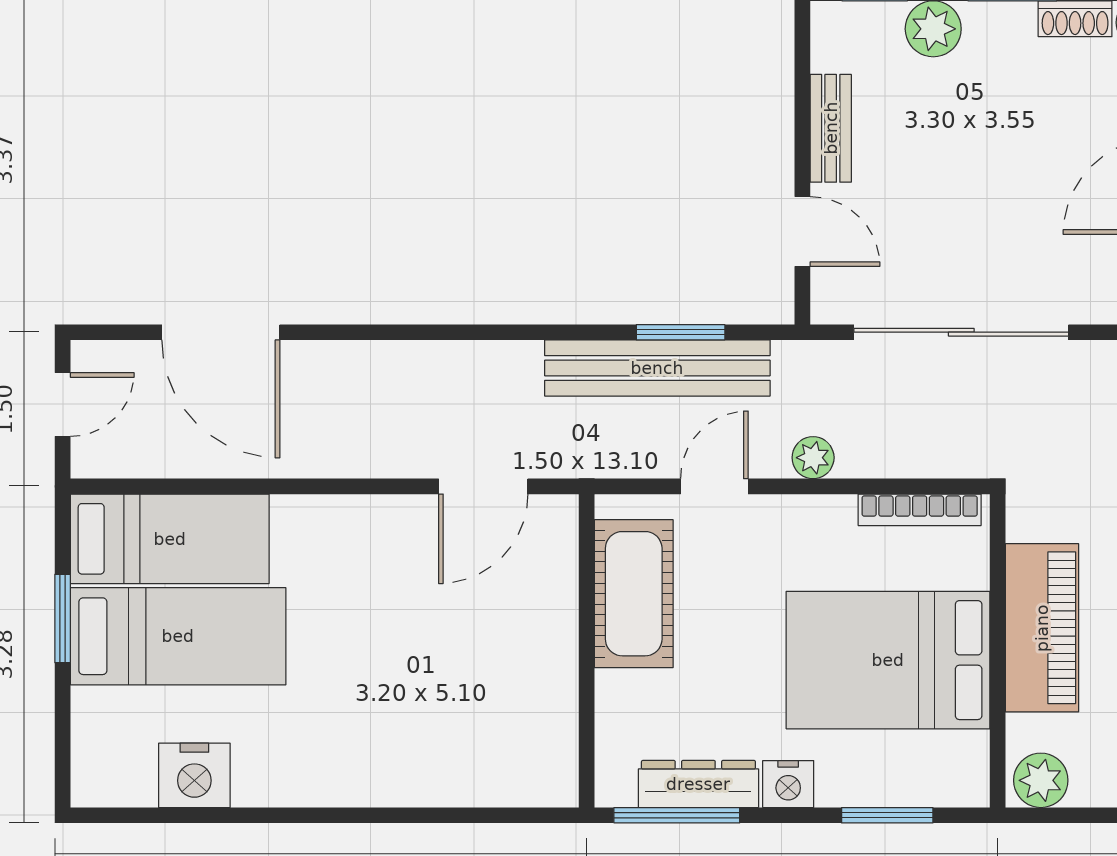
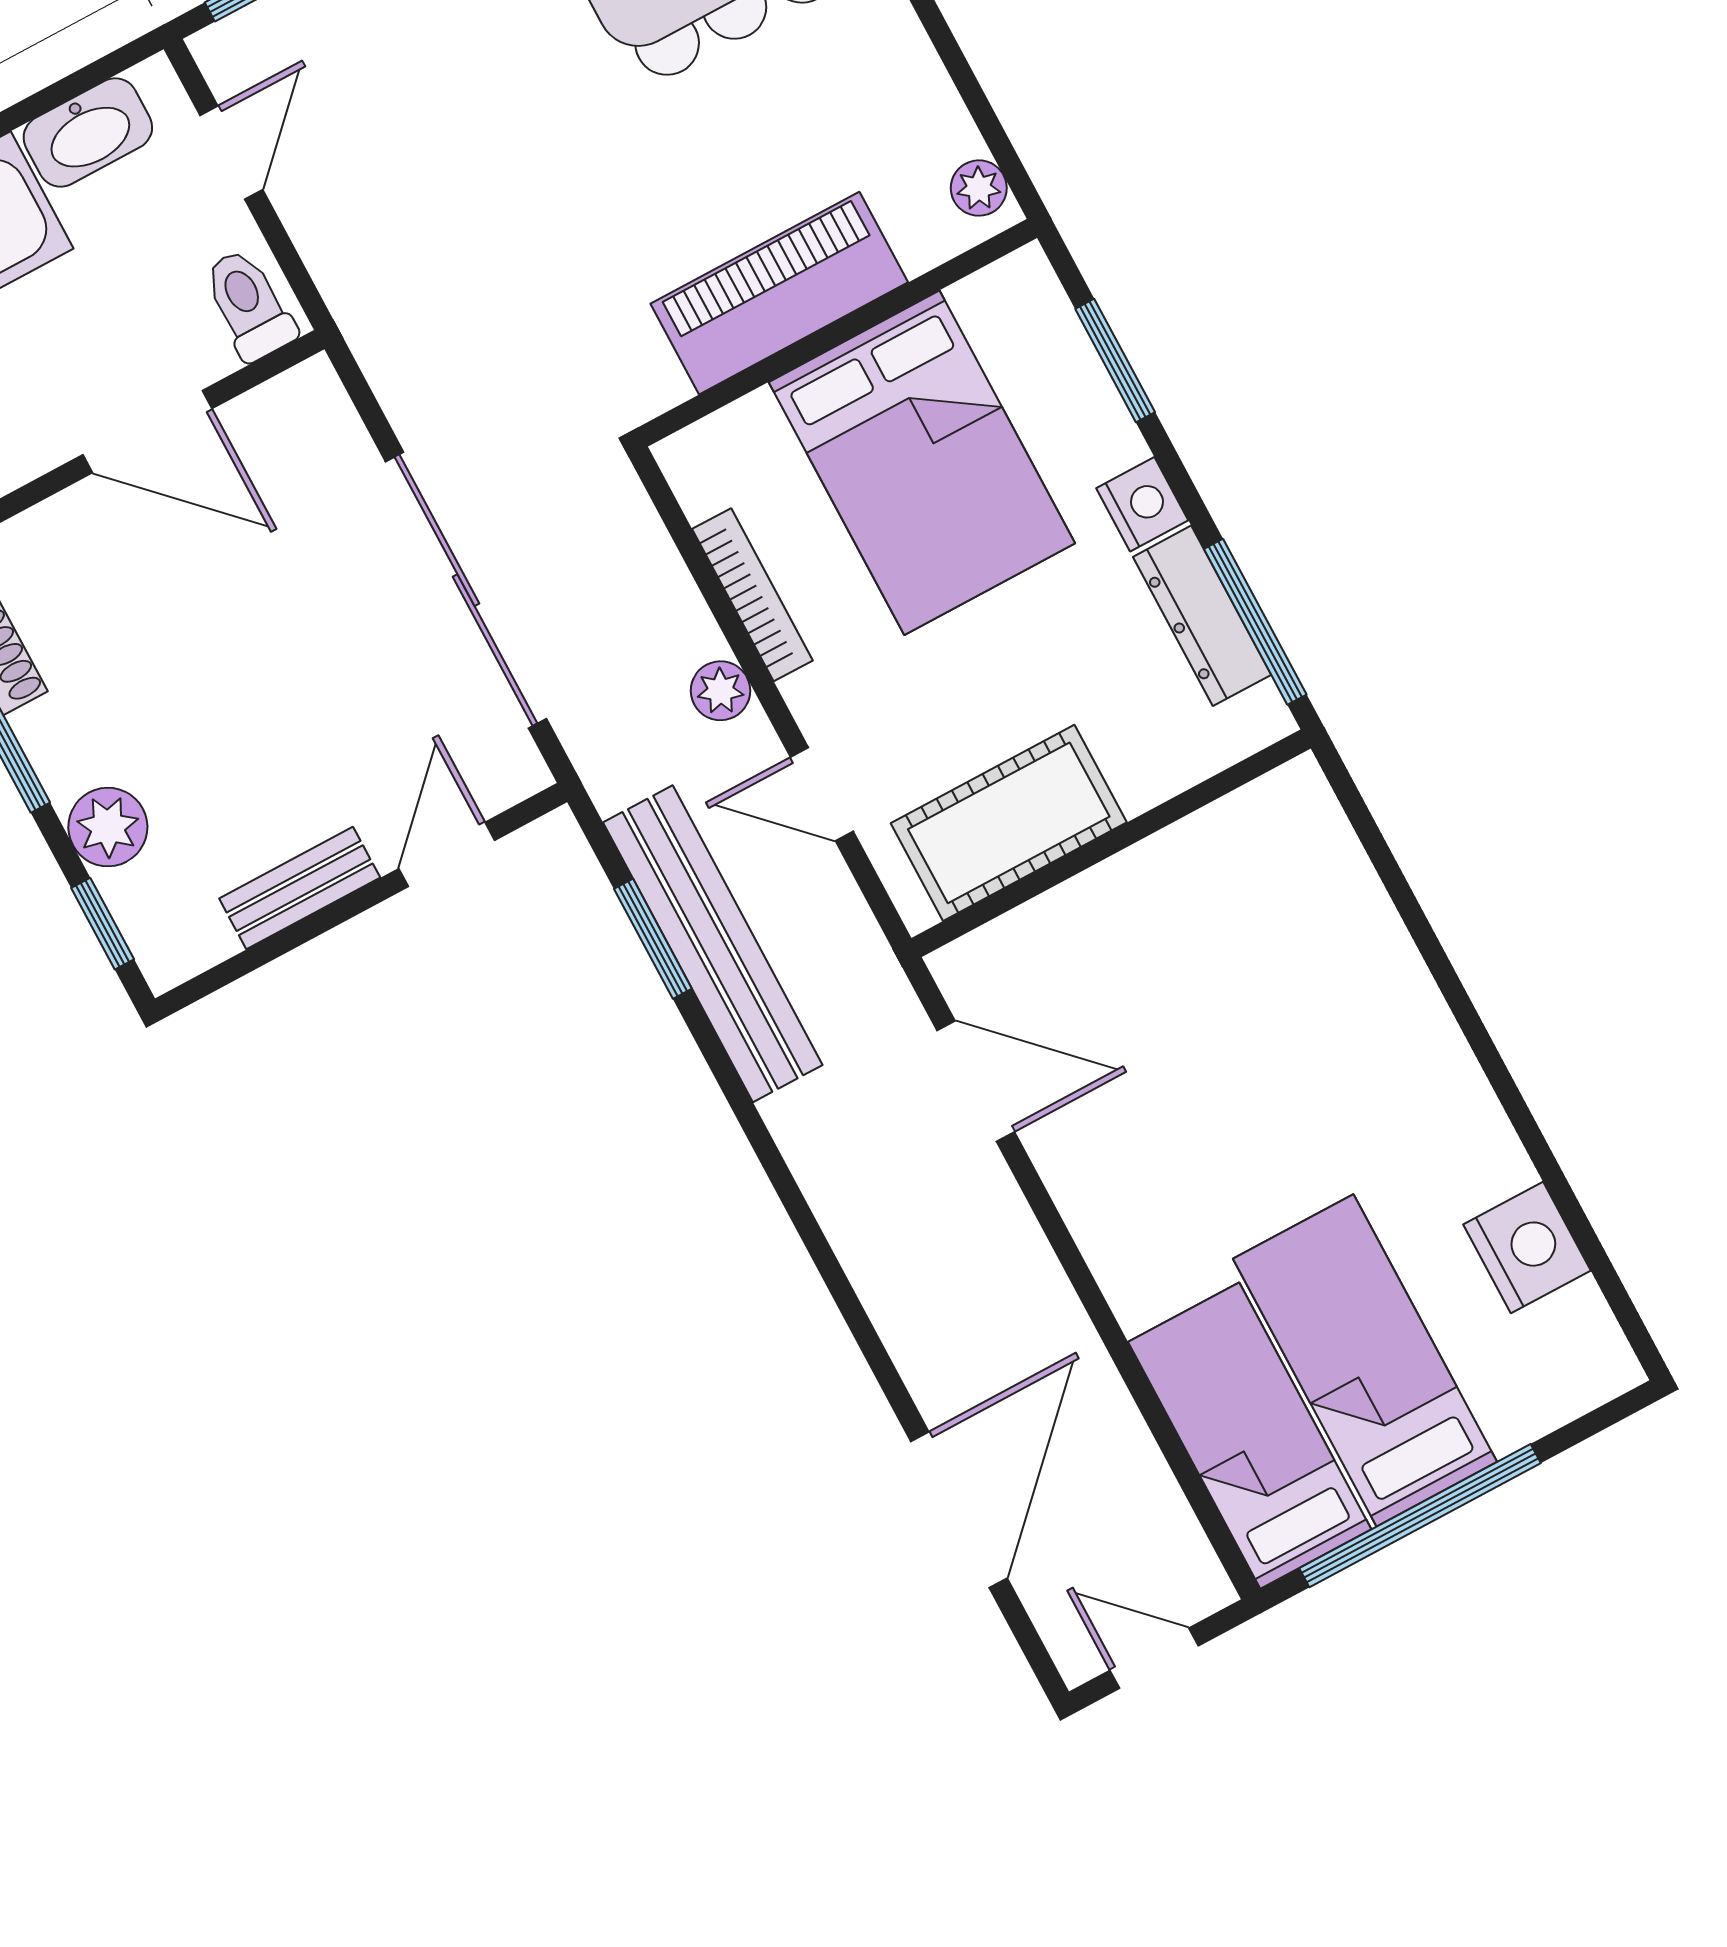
bookcase: (920, 510) -> (752, 595), moved
window: (63, 619) -> (1420, 1516), width x2.11
plant: (1041, 780) -> (979, 188), width x0.73, depth x0.73

